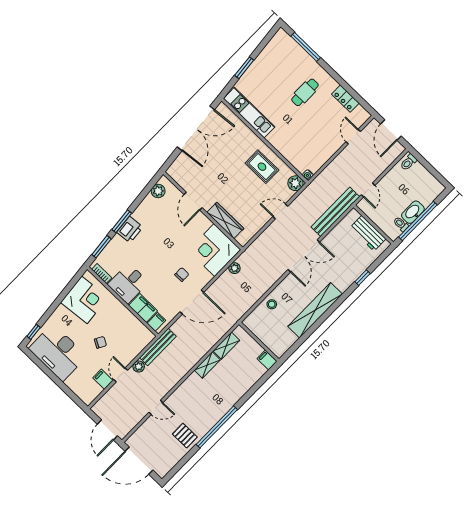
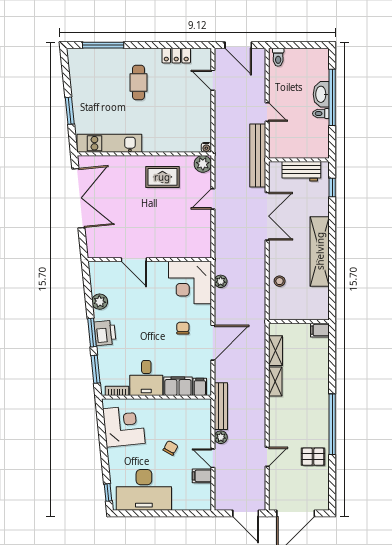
plant: (158, 191) -> (100, 302), moved
wardrobe: (225, 220) -> (175, 250), removed
wall: (373, 225) -> (299, 160), moved
workbench: (368, 233) -> (301, 171), moved

